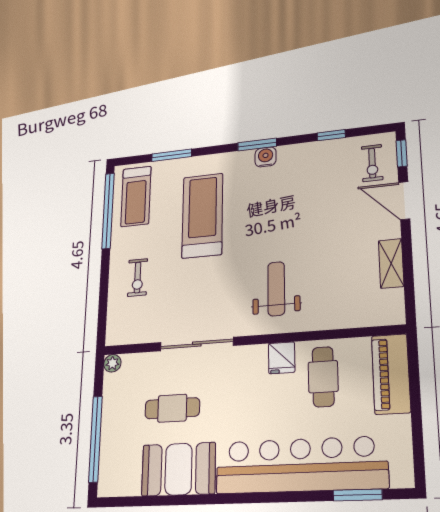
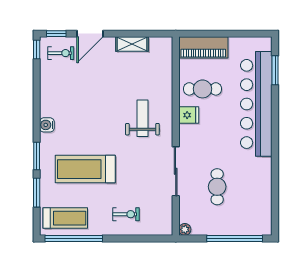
window: (331, 135) -> (37, 50), moved
window: (257, 144) -> (37, 156), moved
weight bench: (276, 289) -> (142, 118), turned 90
booth: (179, 469) -> (256, 181), removed

